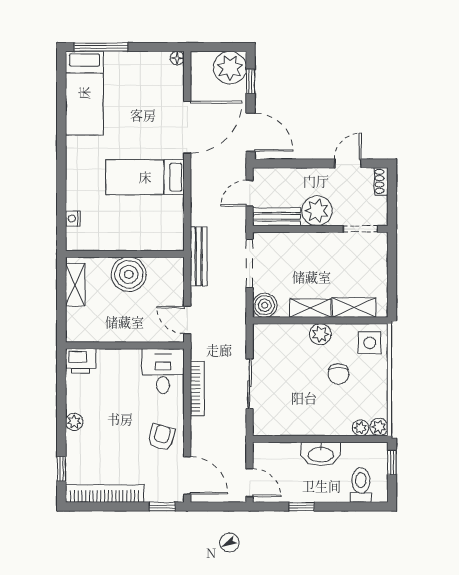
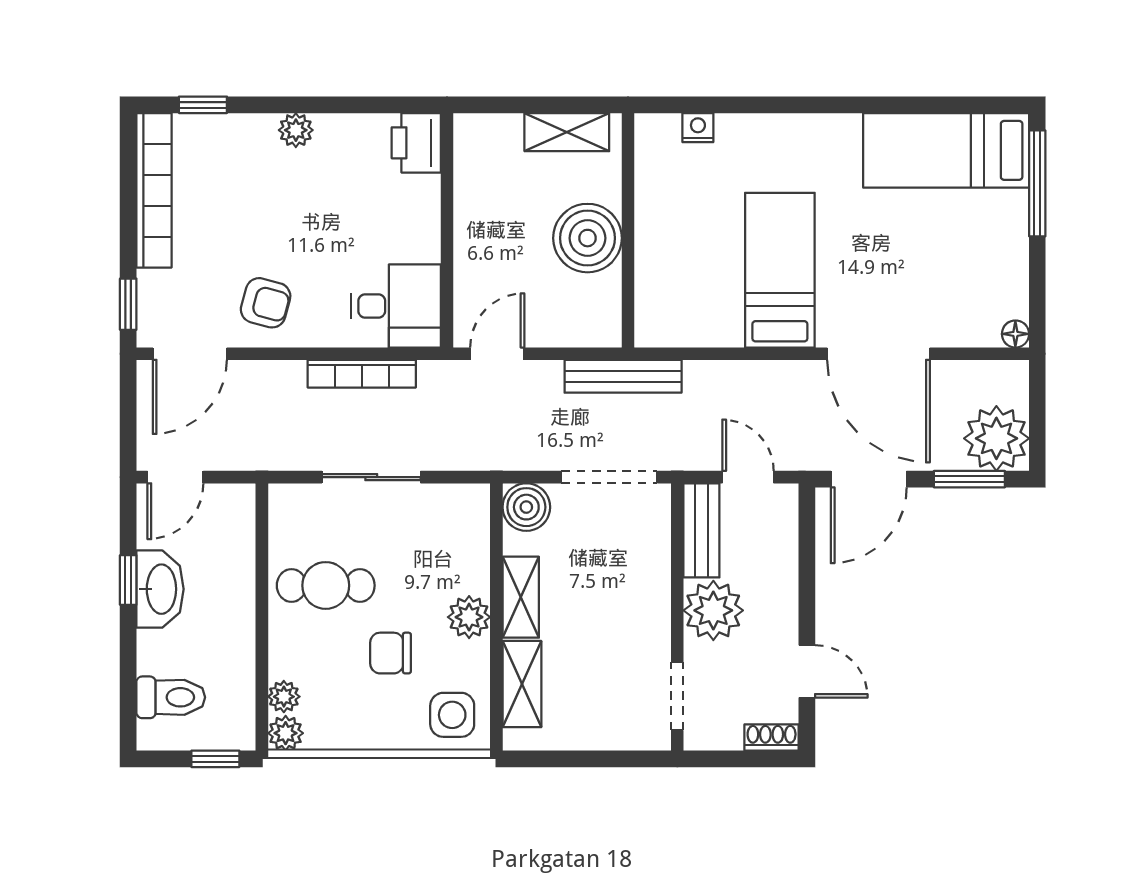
window: (251, 81) -> (969, 479), width x1.50
cafe table: (304, 407) -> (326, 585), added
washbasin: (321, 454) -> (160, 589), moved, turned 180

